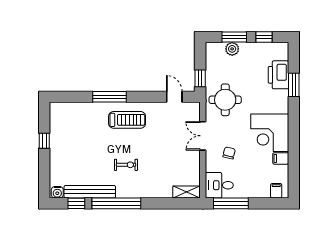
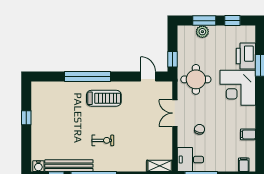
window: (110, 97) -> (87, 77), width x1.46
corner desk: (270, 133) -> (238, 88), moved

